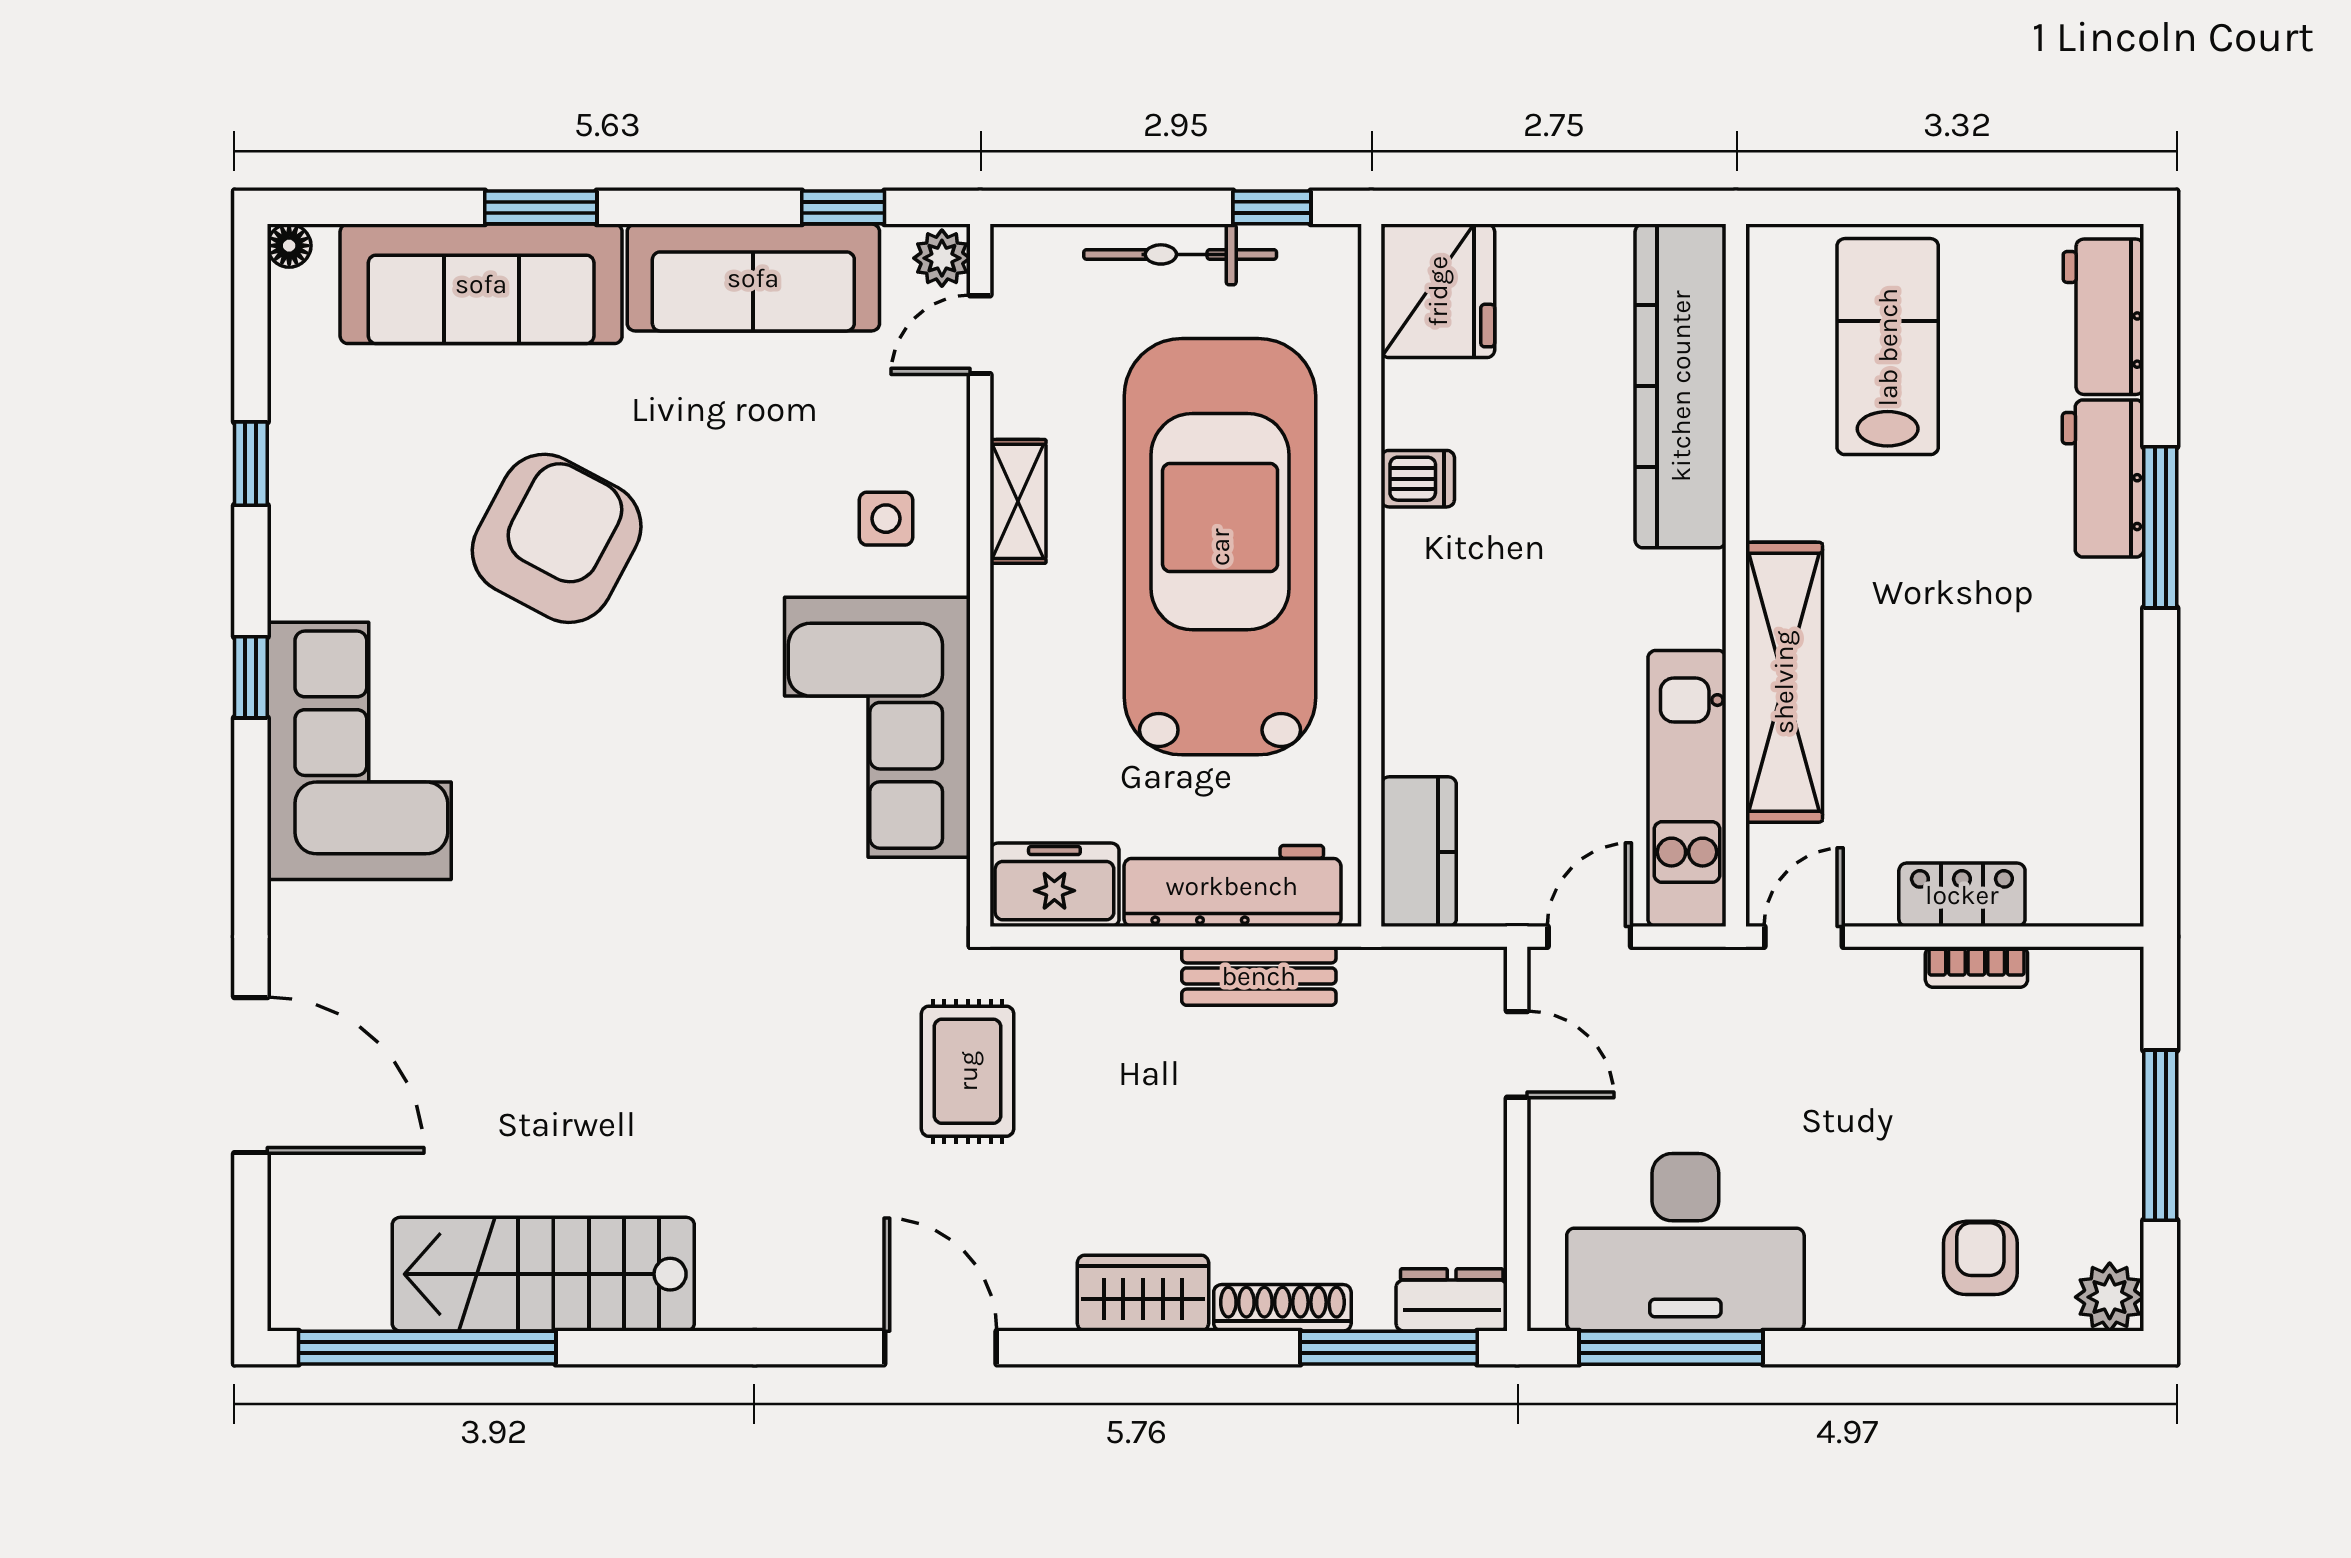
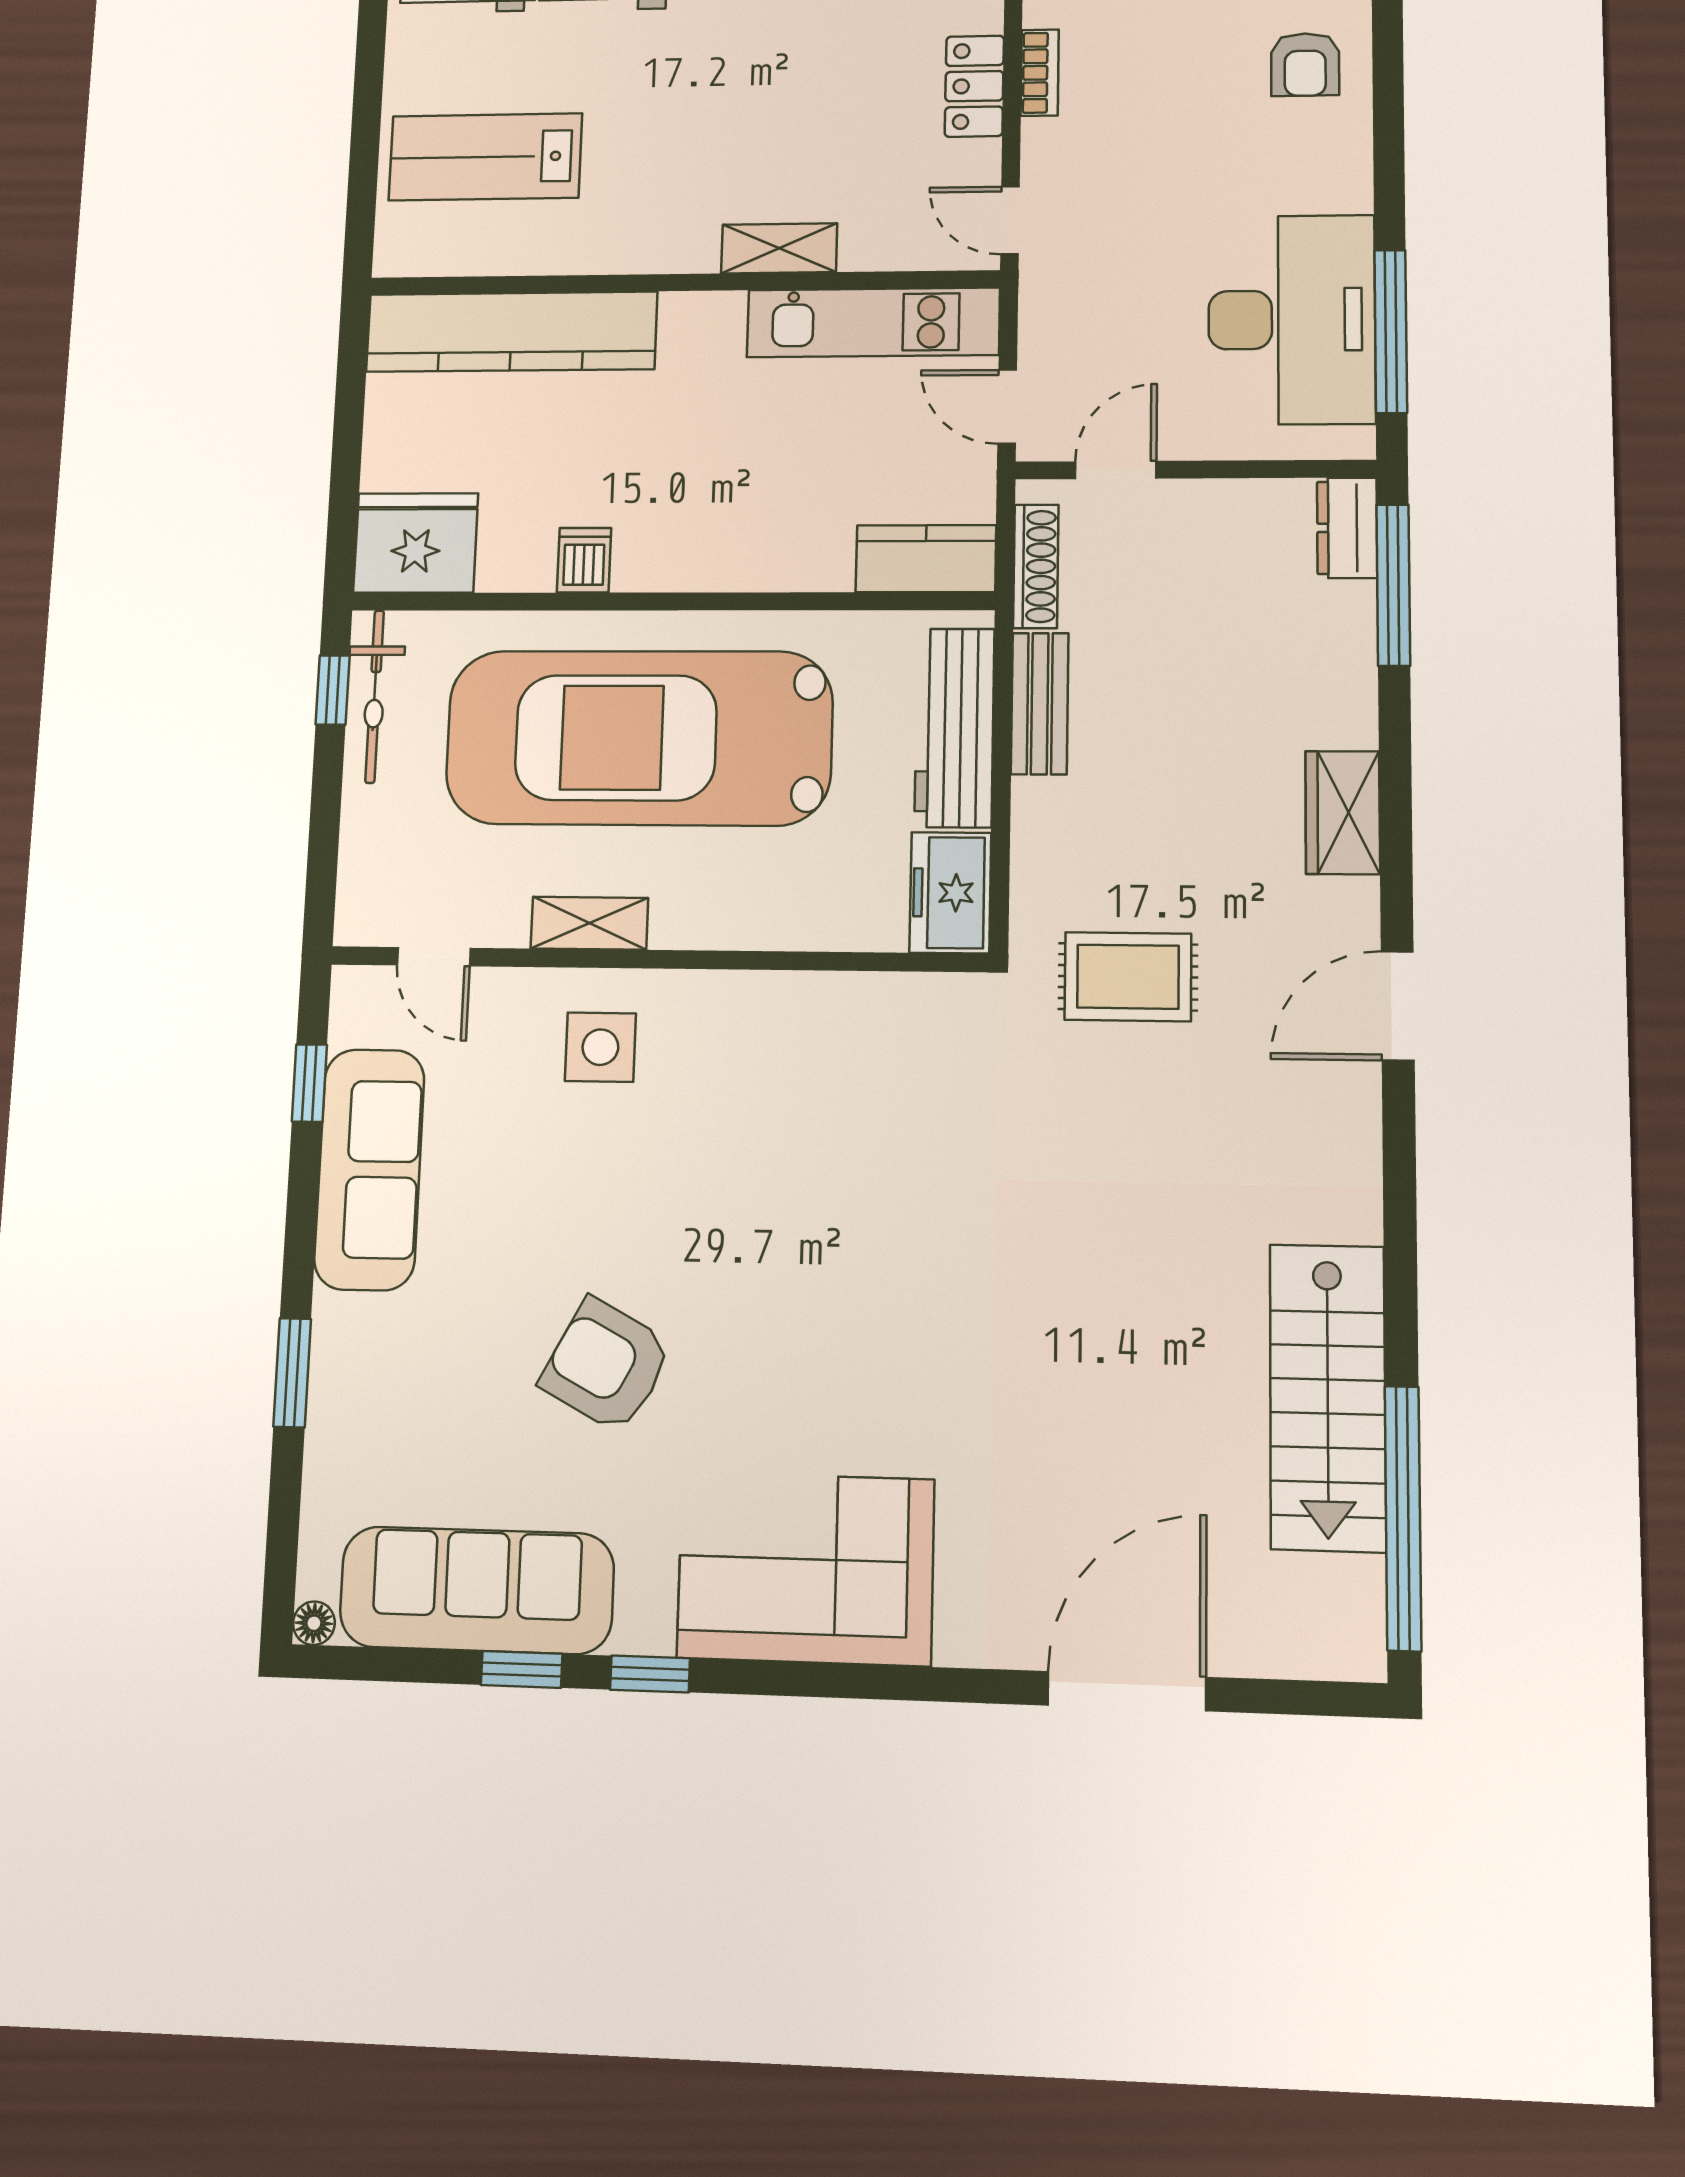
bicycle: (1180, 254) -> (375, 696), moved
plant: (942, 258) -> (361, 991), removed
sofa: (481, 284) -> (477, 1590), moved, turned -90
side table: (886, 519) -> (600, 1047), width x1.37, depth x1.37
armchair: (557, 538) -> (606, 1365), width x0.73, depth x0.73
window: (251, 677) -> (650, 1674), moved
shelving: (1784, 682) -> (779, 248), width x0.45, depth x0.75
corner sofa: (877, 727) -> (797, 1058), removed
armchair: (1980, 1258) -> (1305, 64), turned -90
shoe rack: (1282, 1308) -> (1036, 566), moved, turned 180

